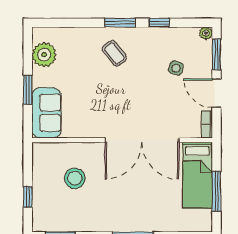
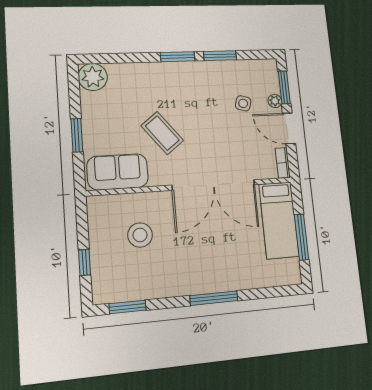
window: (159, 23) -> (220, 56), width x1.50
plant: (206, 33) -> (275, 101), moved
coffee table: (114, 53) -> (162, 133), moved, width x1.36, depth x1.30
plant: (44, 55) -> (93, 77), moved
sofa: (46, 113) -> (118, 172), moved, turned -90

